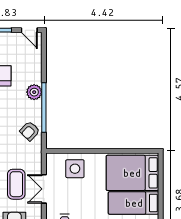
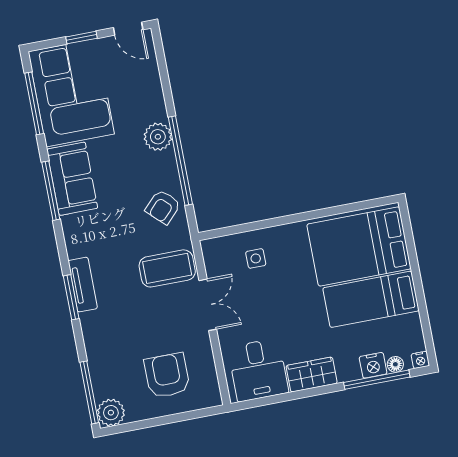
side table: (75, 169) -> (256, 258), width x0.54, depth x0.54
coffee table: (16, 184) -> (167, 268), moved, turned 90
double door: (44, 189) -> (208, 305), swing flipped

